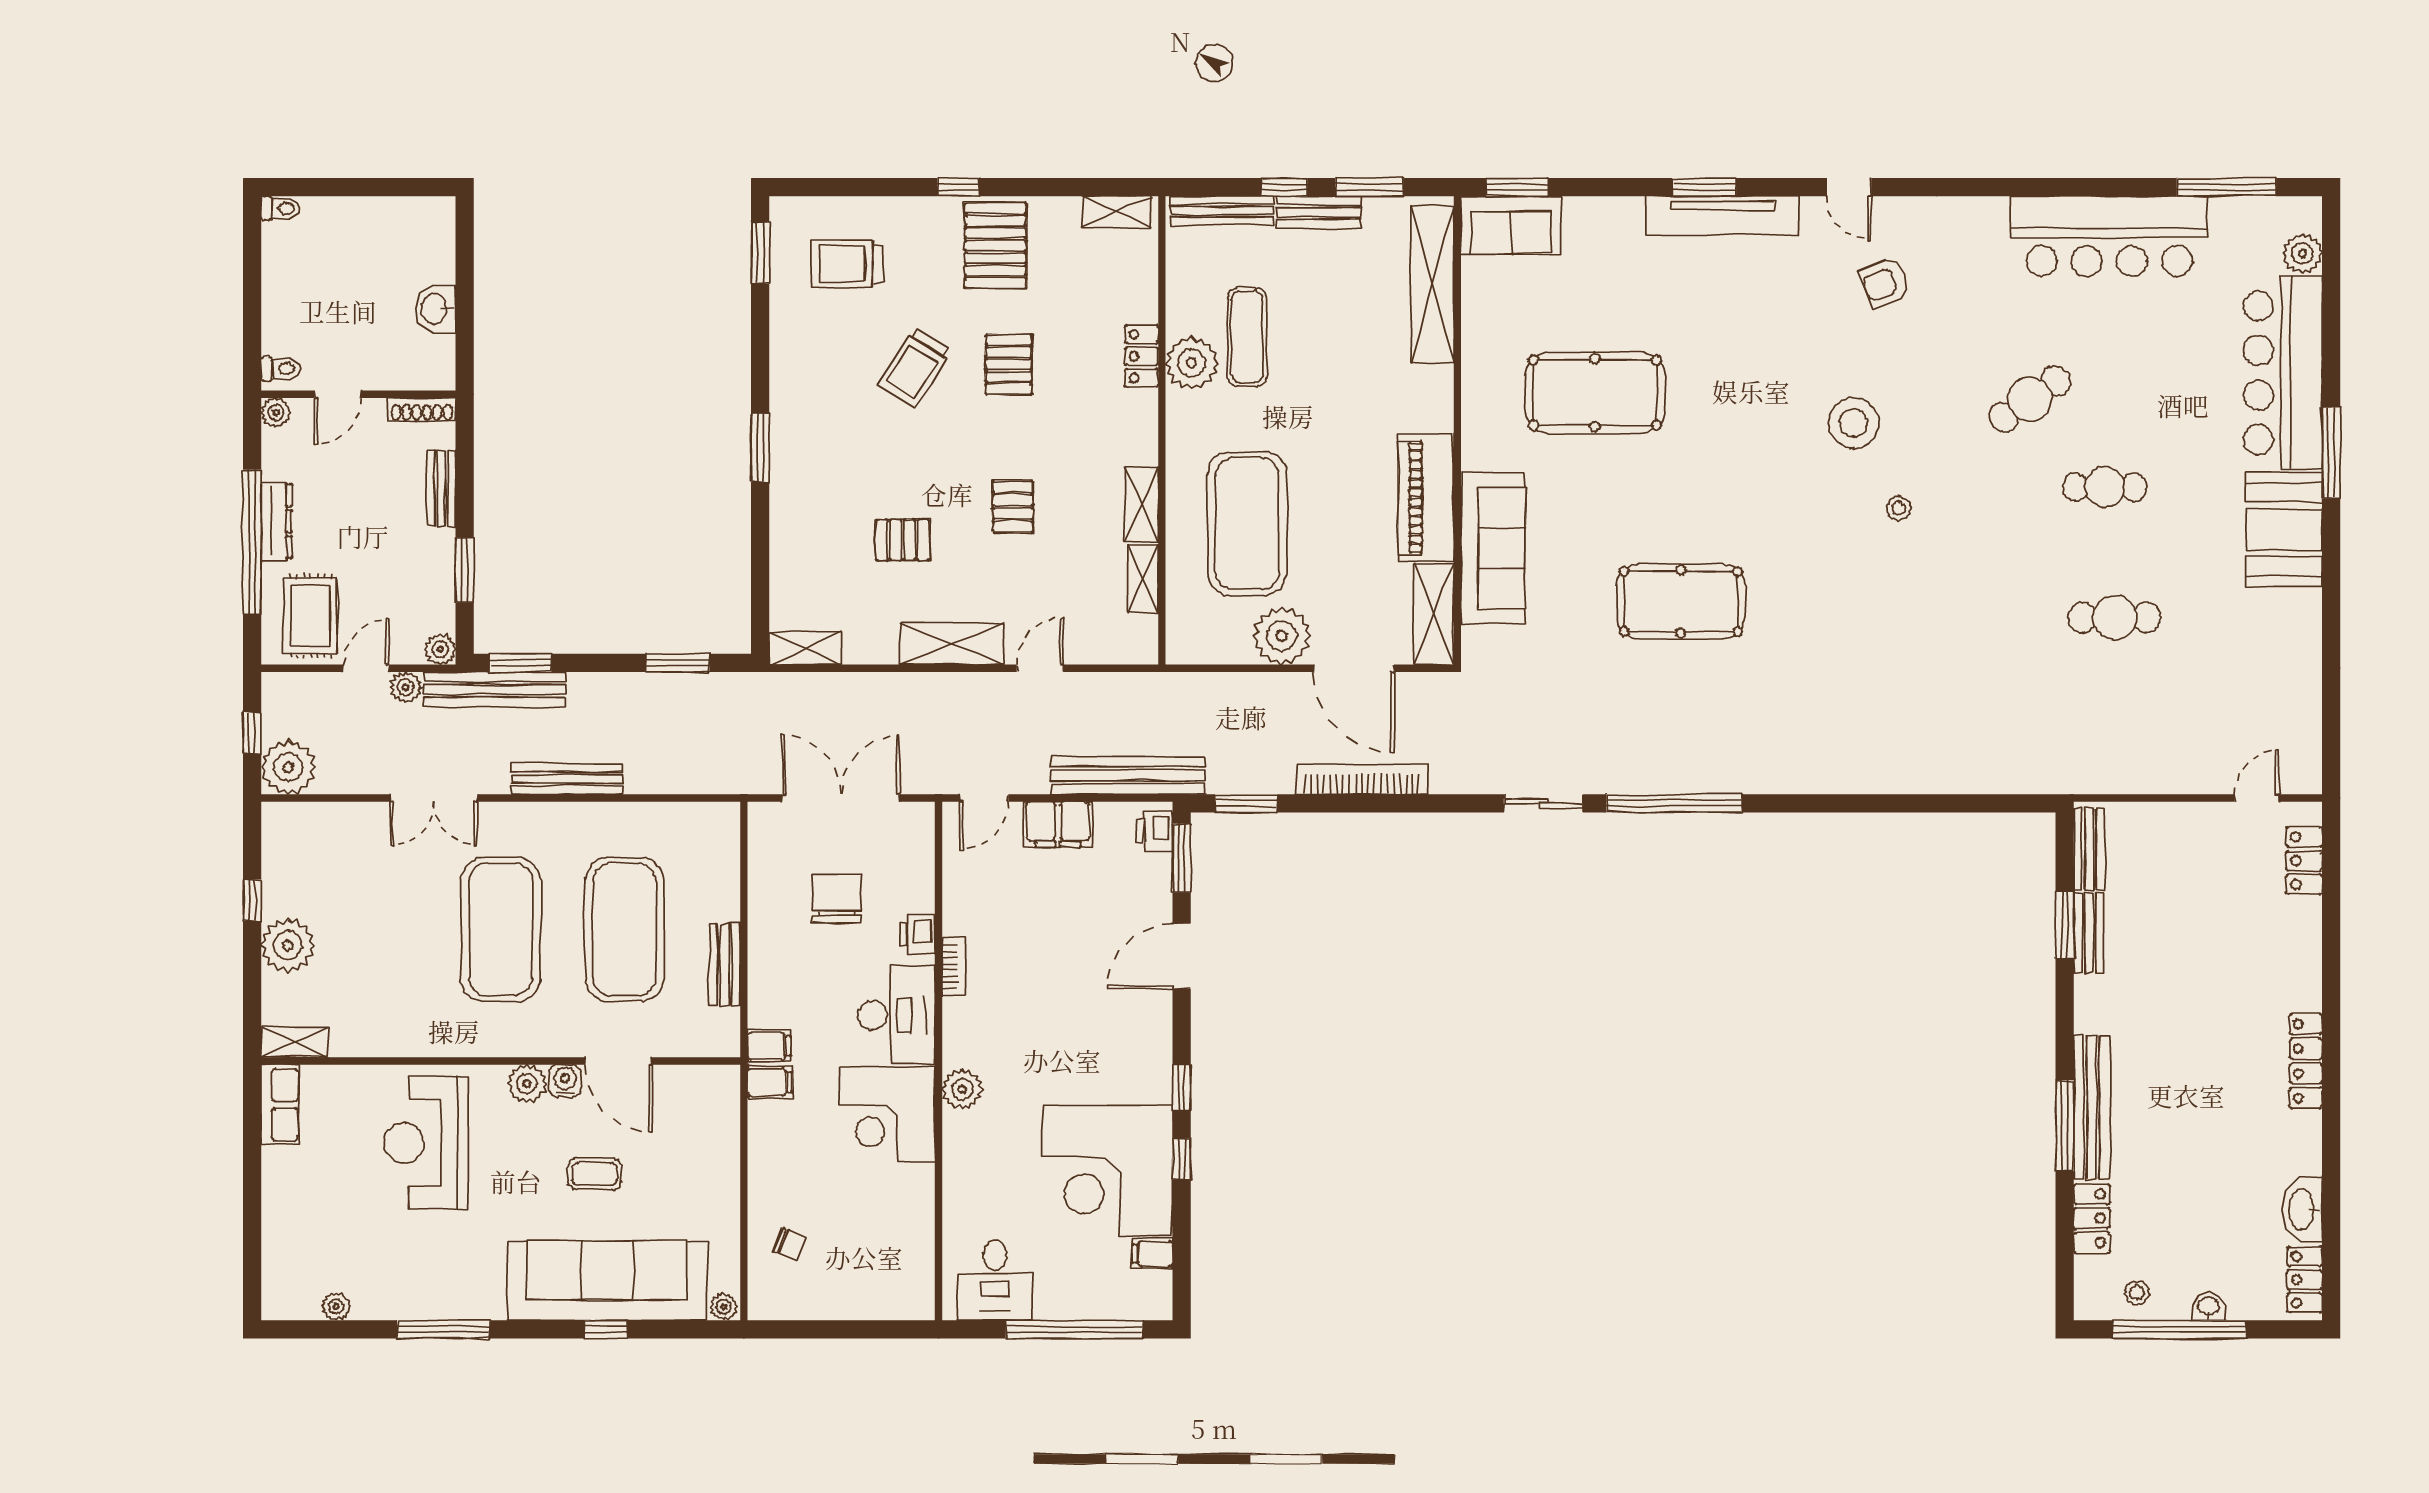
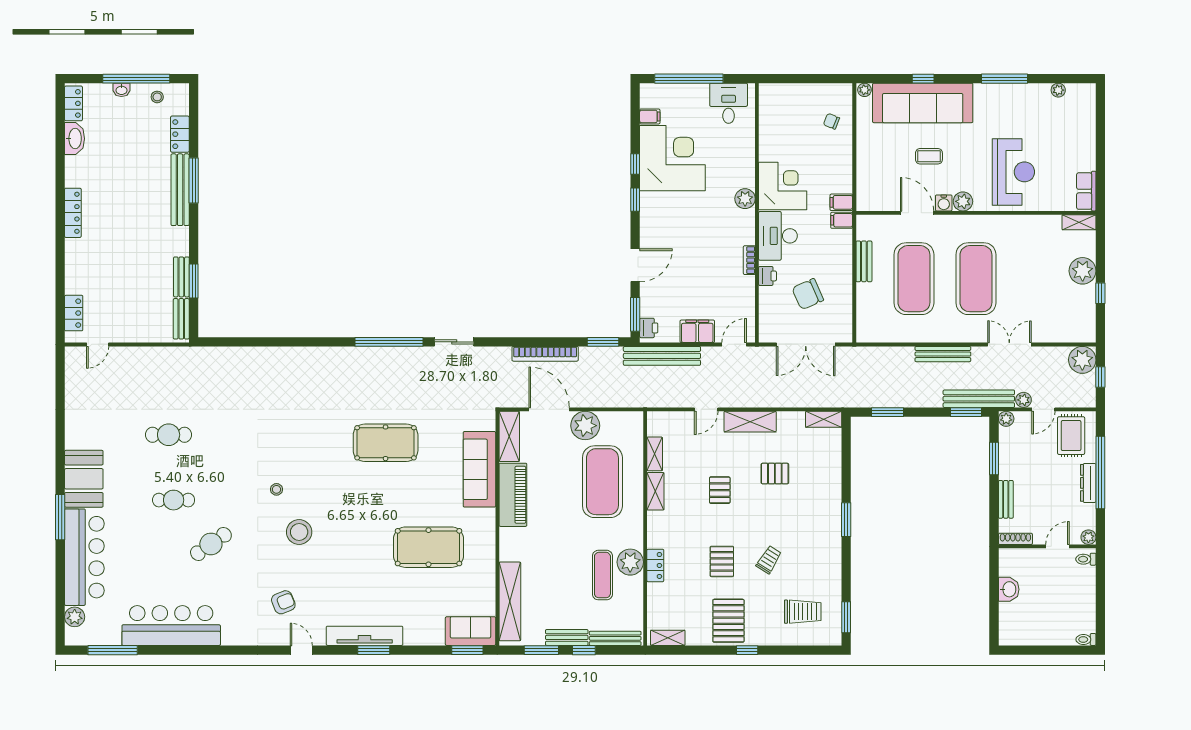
trolley: (915, 368) -> (769, 560), width x0.73, depth x0.72
chair: (837, 899) -> (808, 294), turned 66

